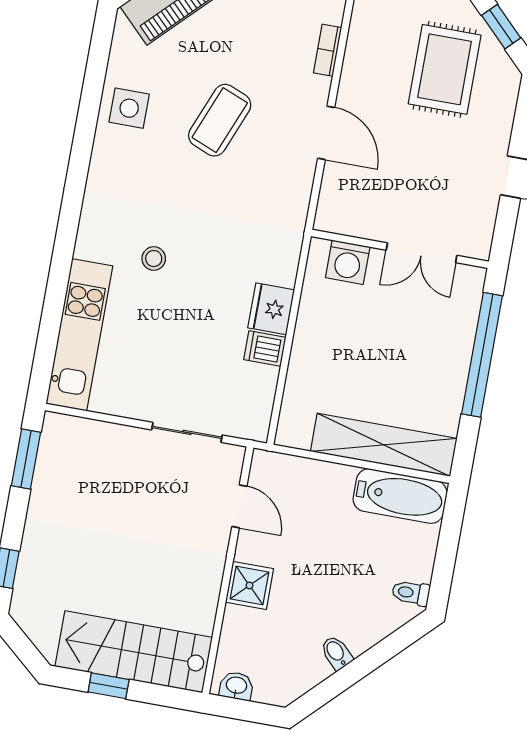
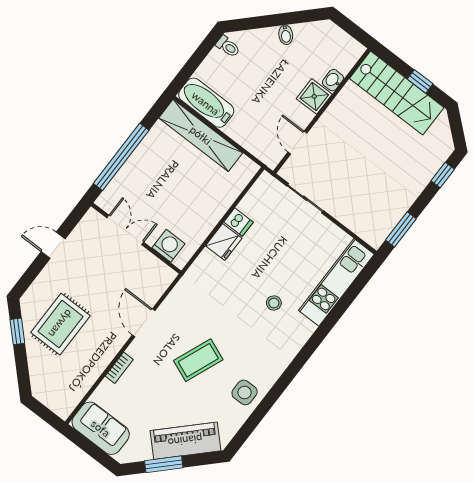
washbasin: (236, 686) -> (333, 80), moved, turned 90

